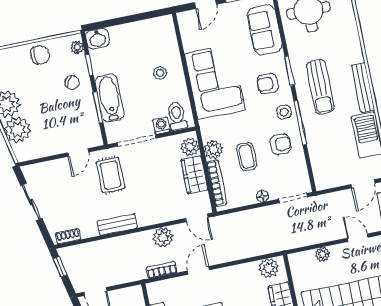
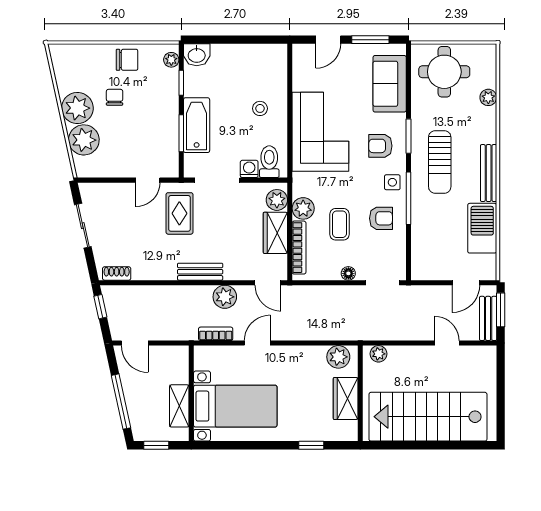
plant: (350, 24) -> (488, 97), added
chair: (72, 82) -> (115, 97), moved, turned -120
bench: (117, 225) -> (200, 272), moved
plant: (322, 254) -> (379, 354), moved

